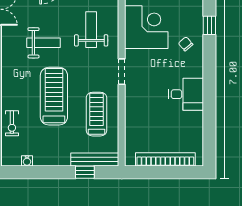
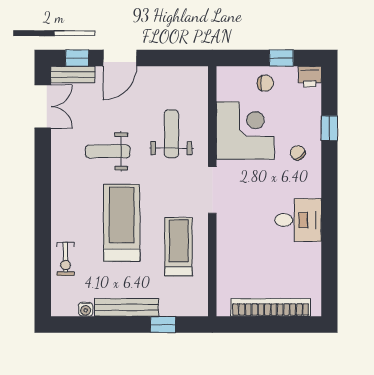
weight bench: (44, 43) -> (108, 151), turned 180
doorway: (122, 72) -> (212, 190), width x1.38
bench: (95, 160) -> (126, 307), moved

